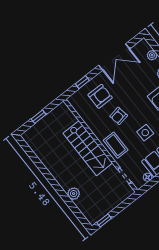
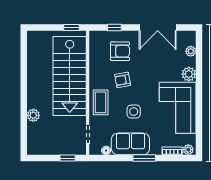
window: (39, 117) -> (72, 28), moved
stairs: (88, 148) -> (70, 76), width x1.36, depth x1.51
window: (104, 220) -> (68, 158), moved

